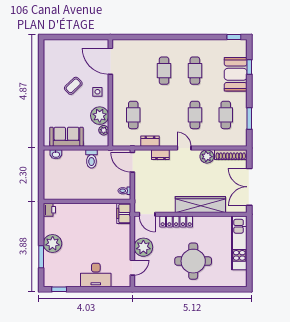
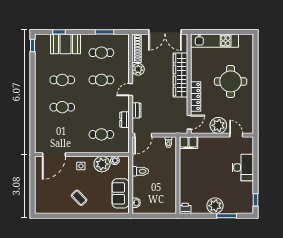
coffee table: (73, 86) -> (79, 198), moved

